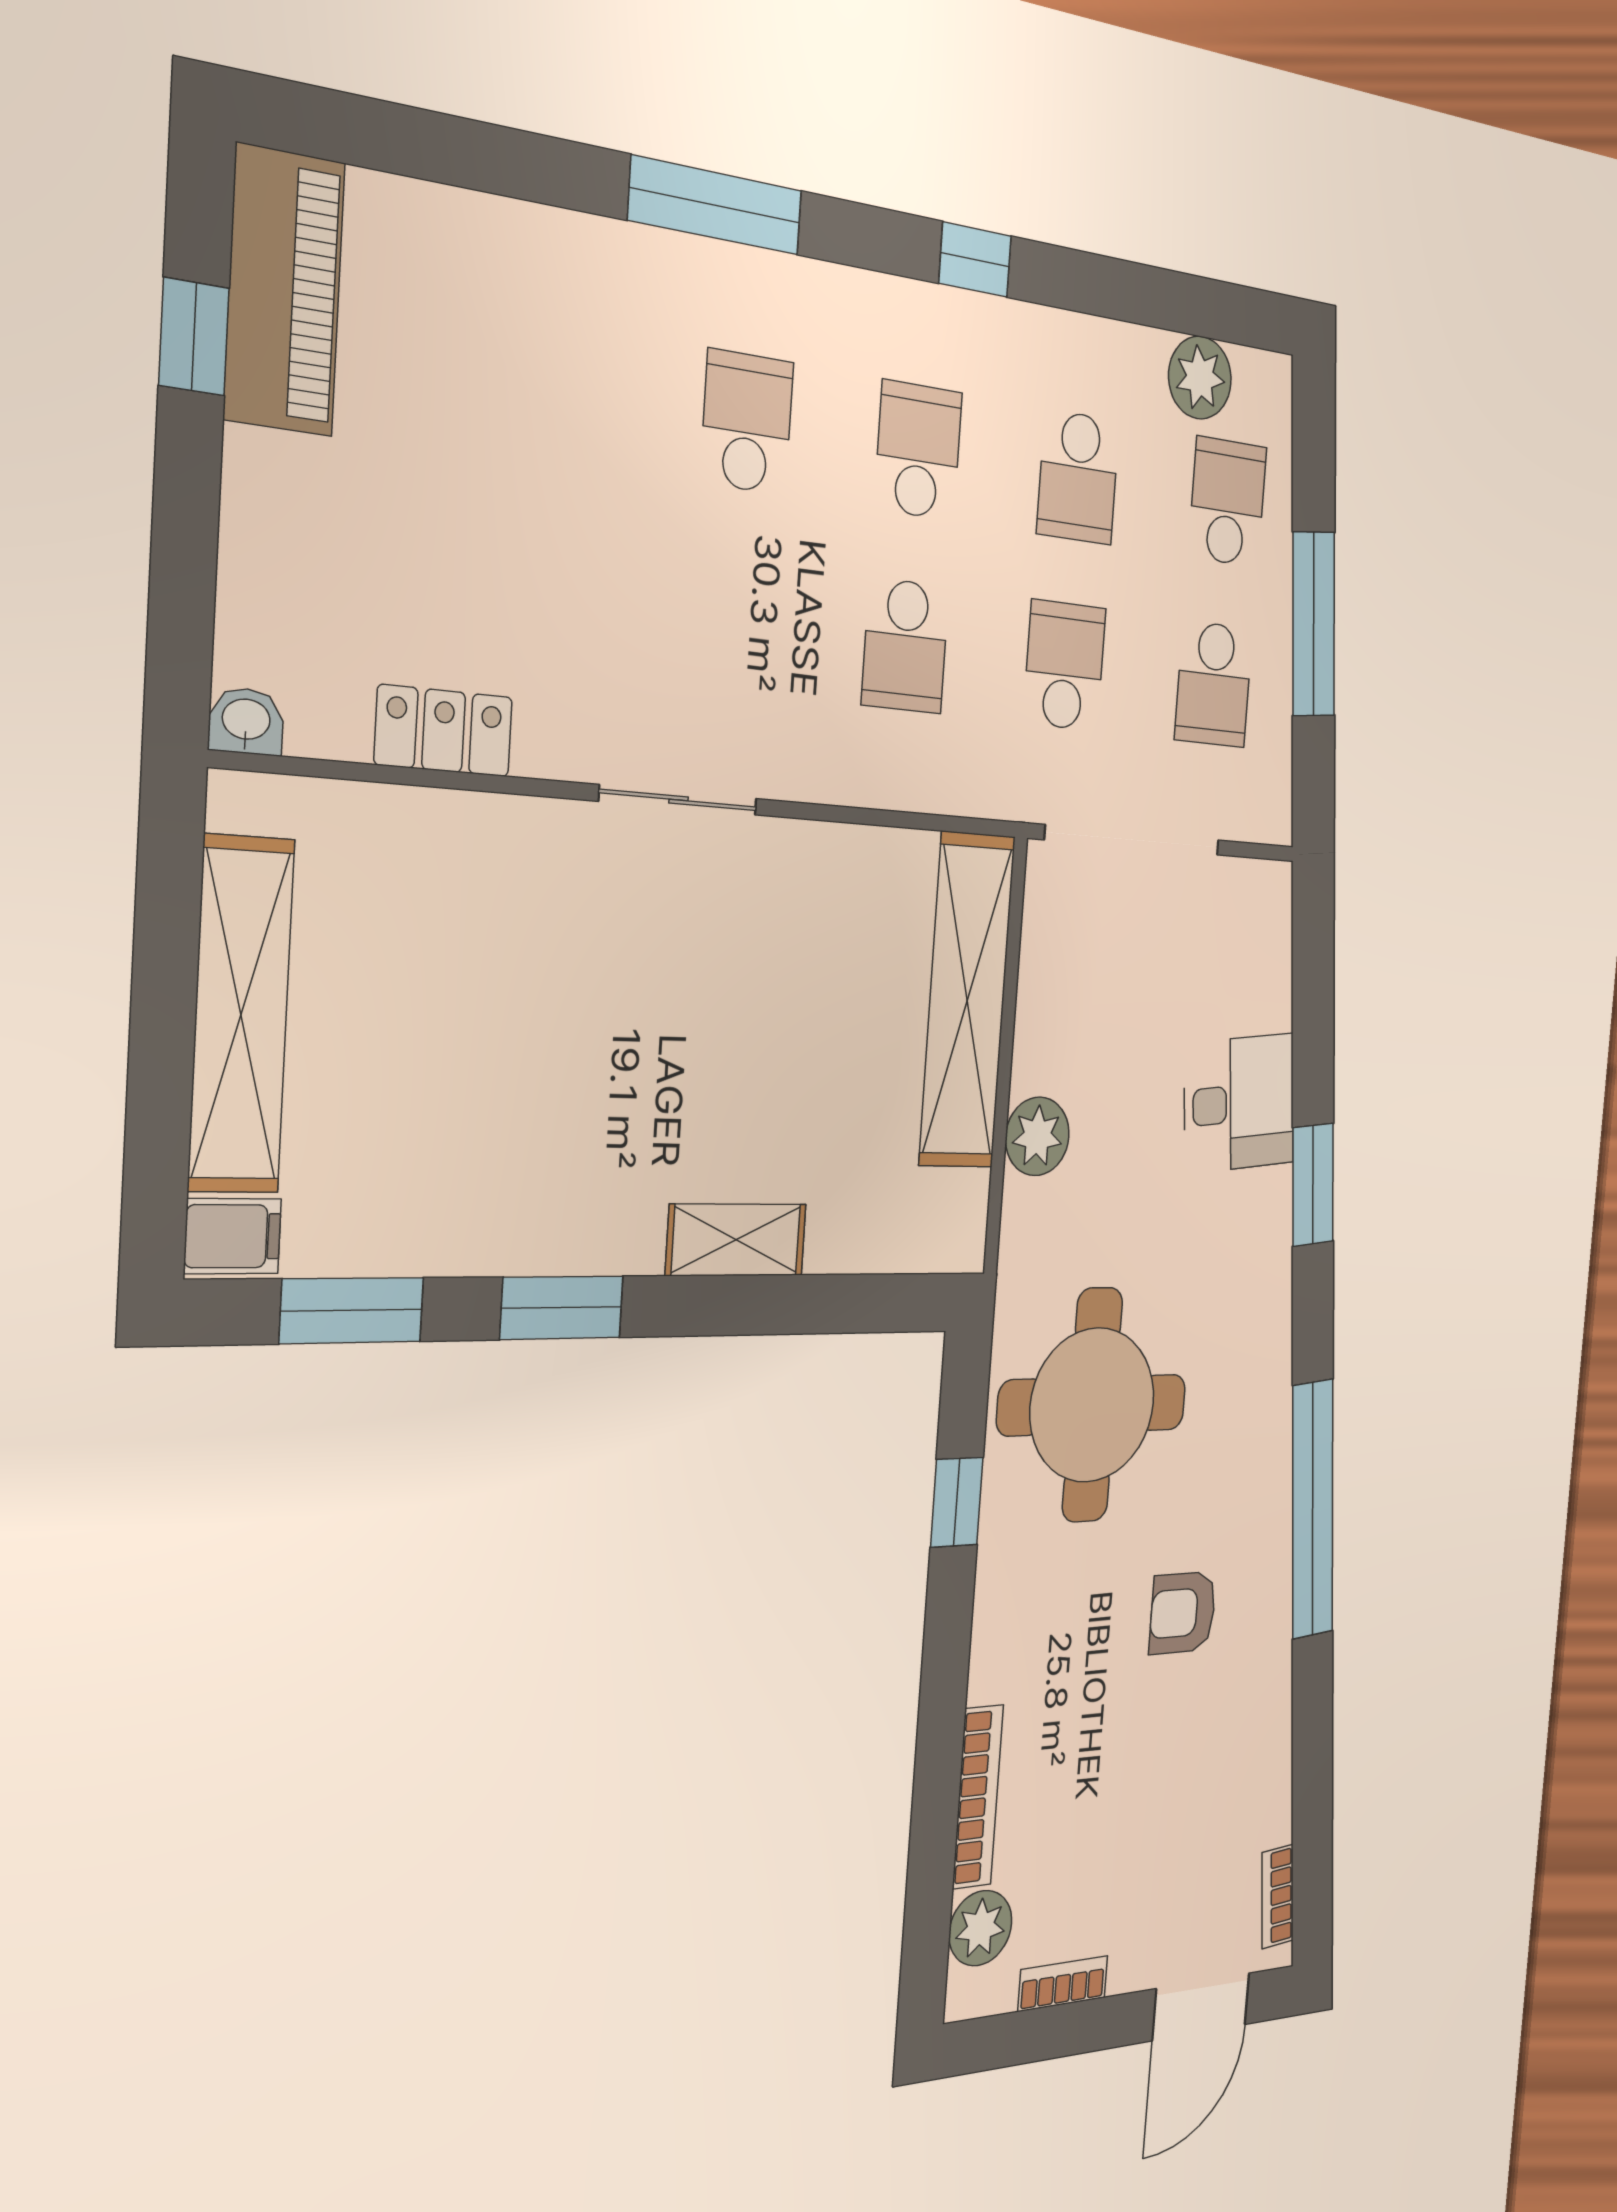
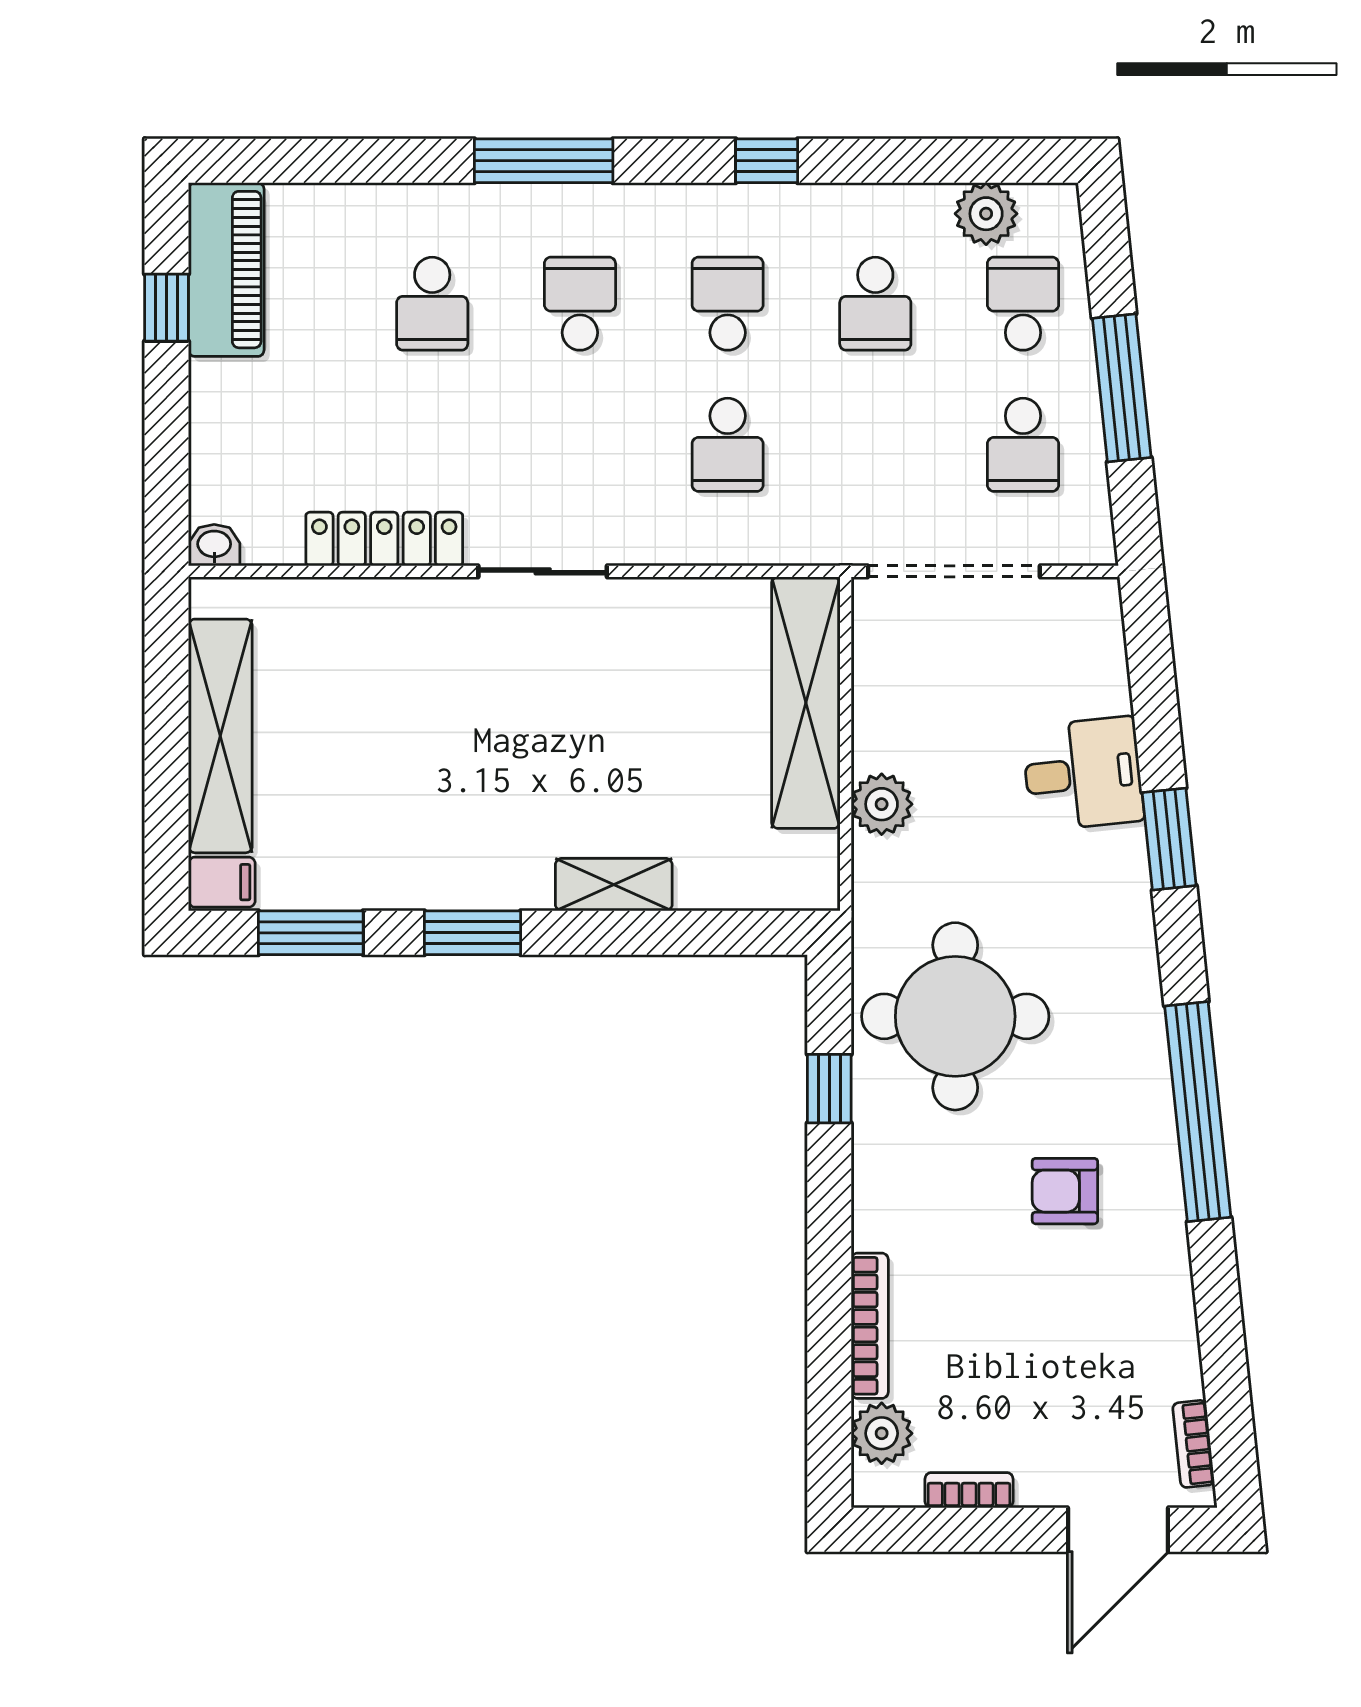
school desk: (1065, 666) -> (432, 304), moved, turned 180
locker: (444, 731) -> (384, 539), width x1.53

